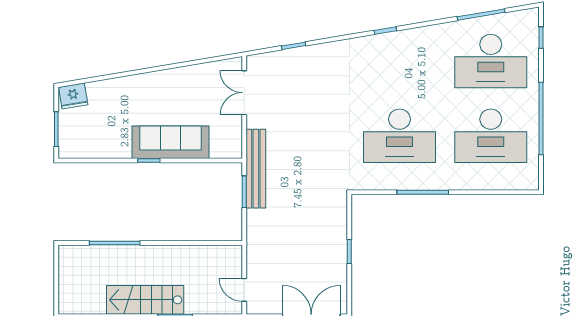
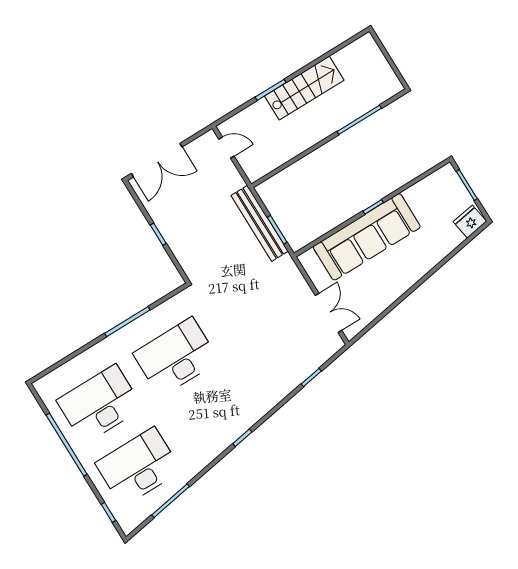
sofa: (171, 142) -> (367, 237), width x1.36, depth x1.27
bench: (256, 169) -> (260, 223), moved

